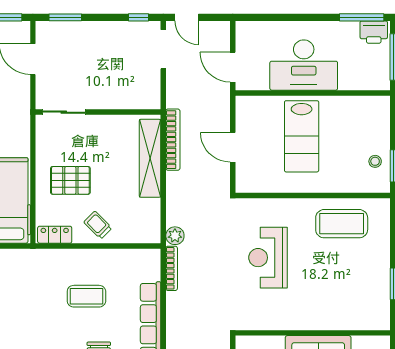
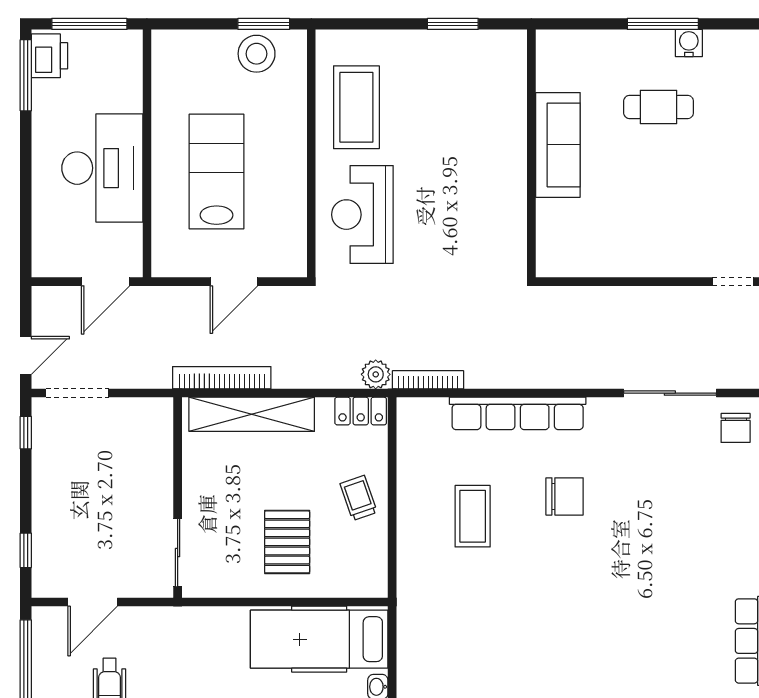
window: (65, 17) -> (26, 550), width x0.67
lab bench: (302, 136) -> (216, 171), turned -90
stool: (375, 161) -> (257, 54), width x1.89, depth x1.89
trolley: (98, 225) -> (359, 498), turned 116
locker: (55, 235) -> (361, 411), moved, turned -90
reception desk: (268, 258) -> (362, 215), moved, turned 90

